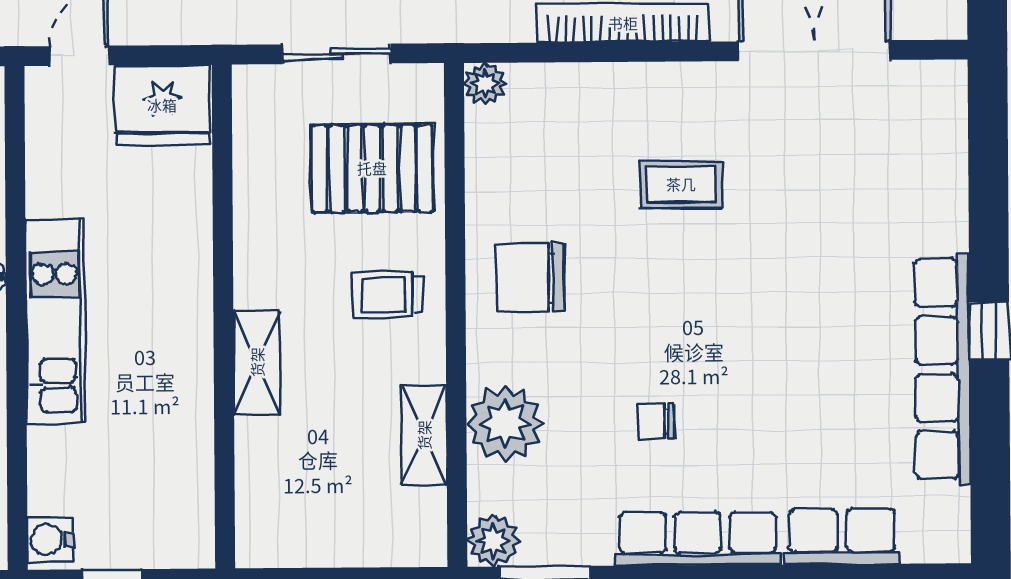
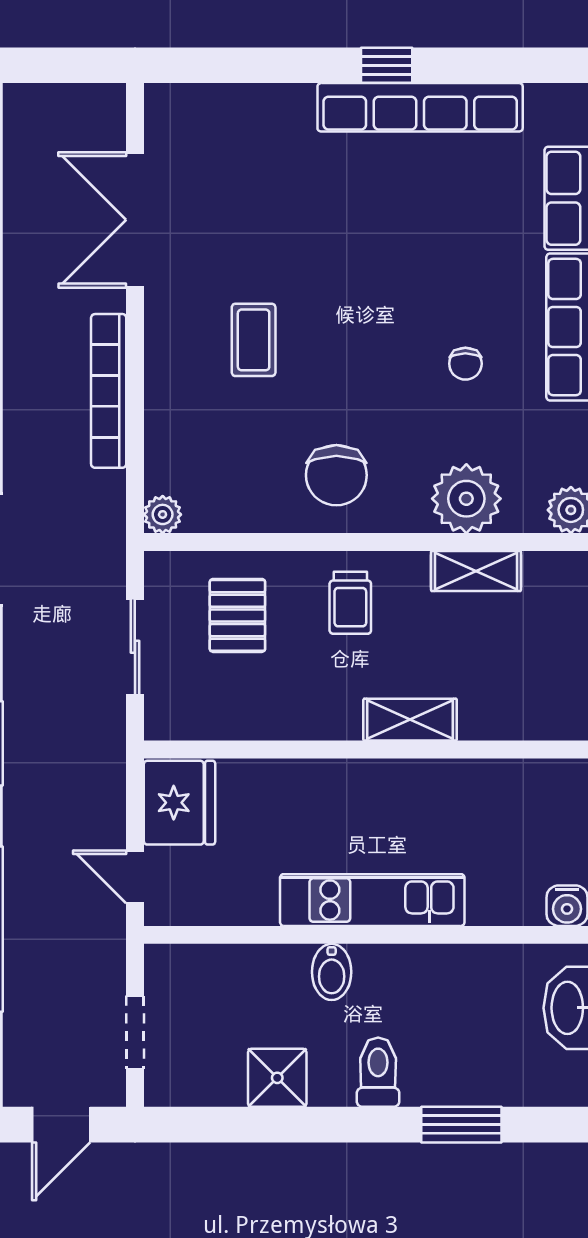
pallet: (372, 168) -> (237, 615), width x0.67, depth x0.71

